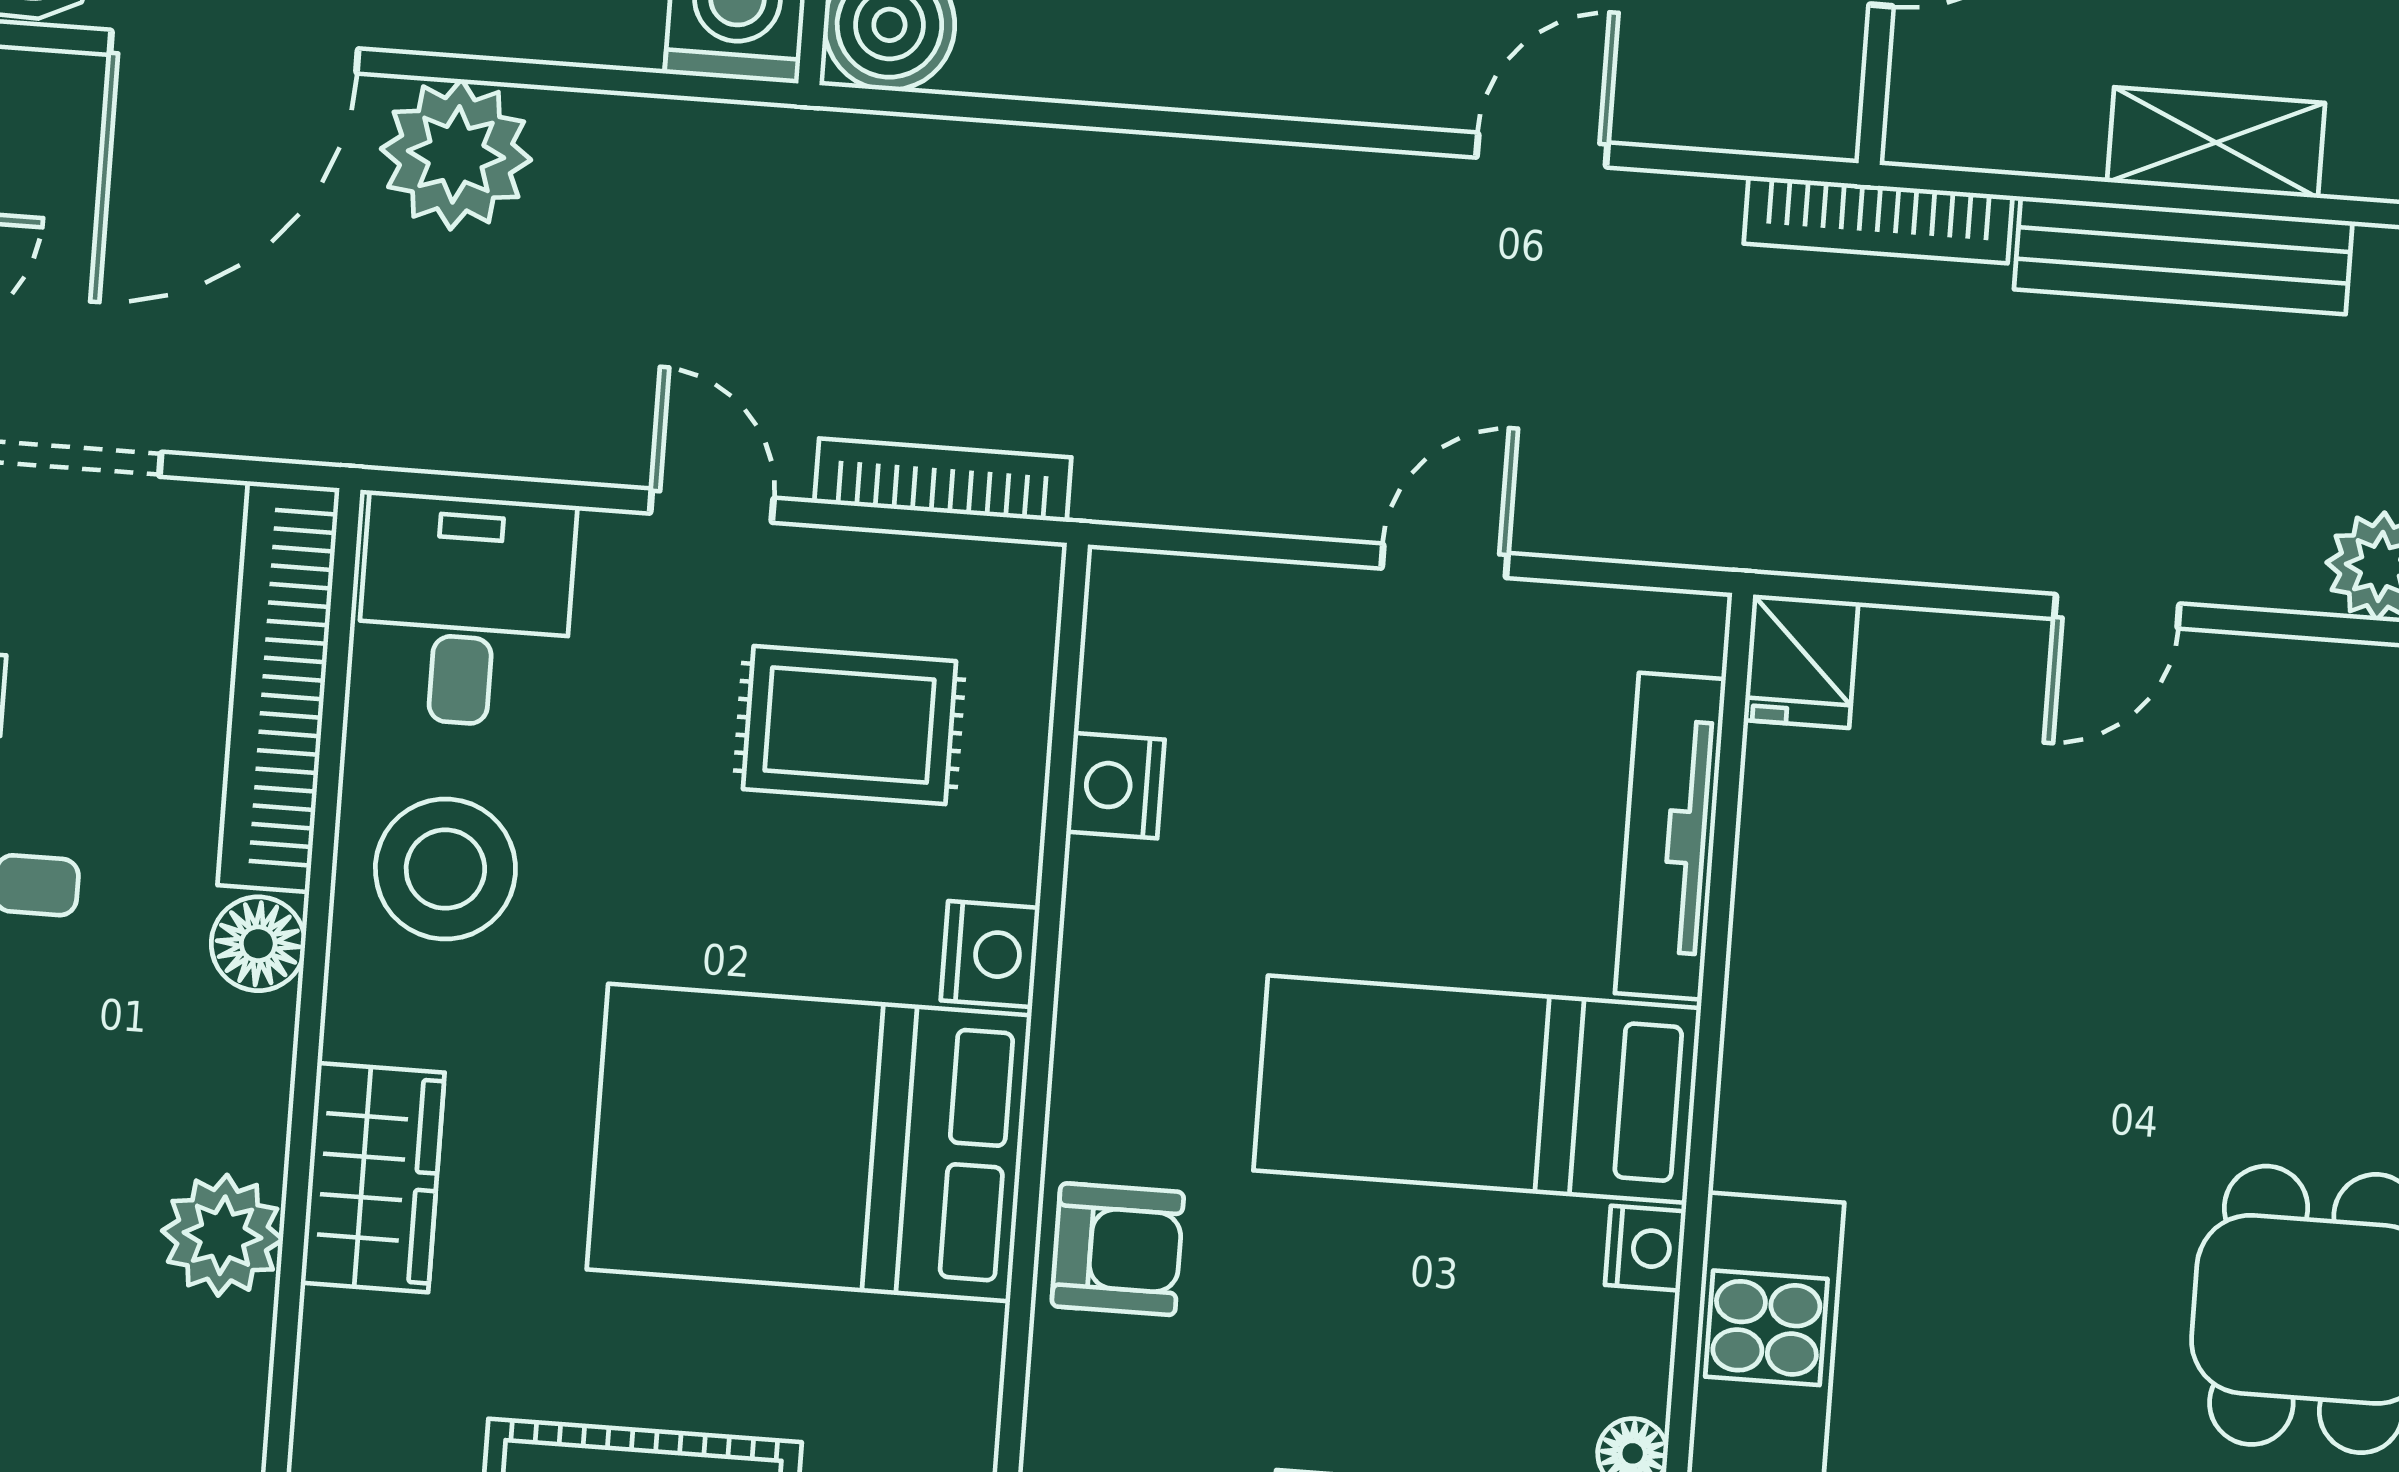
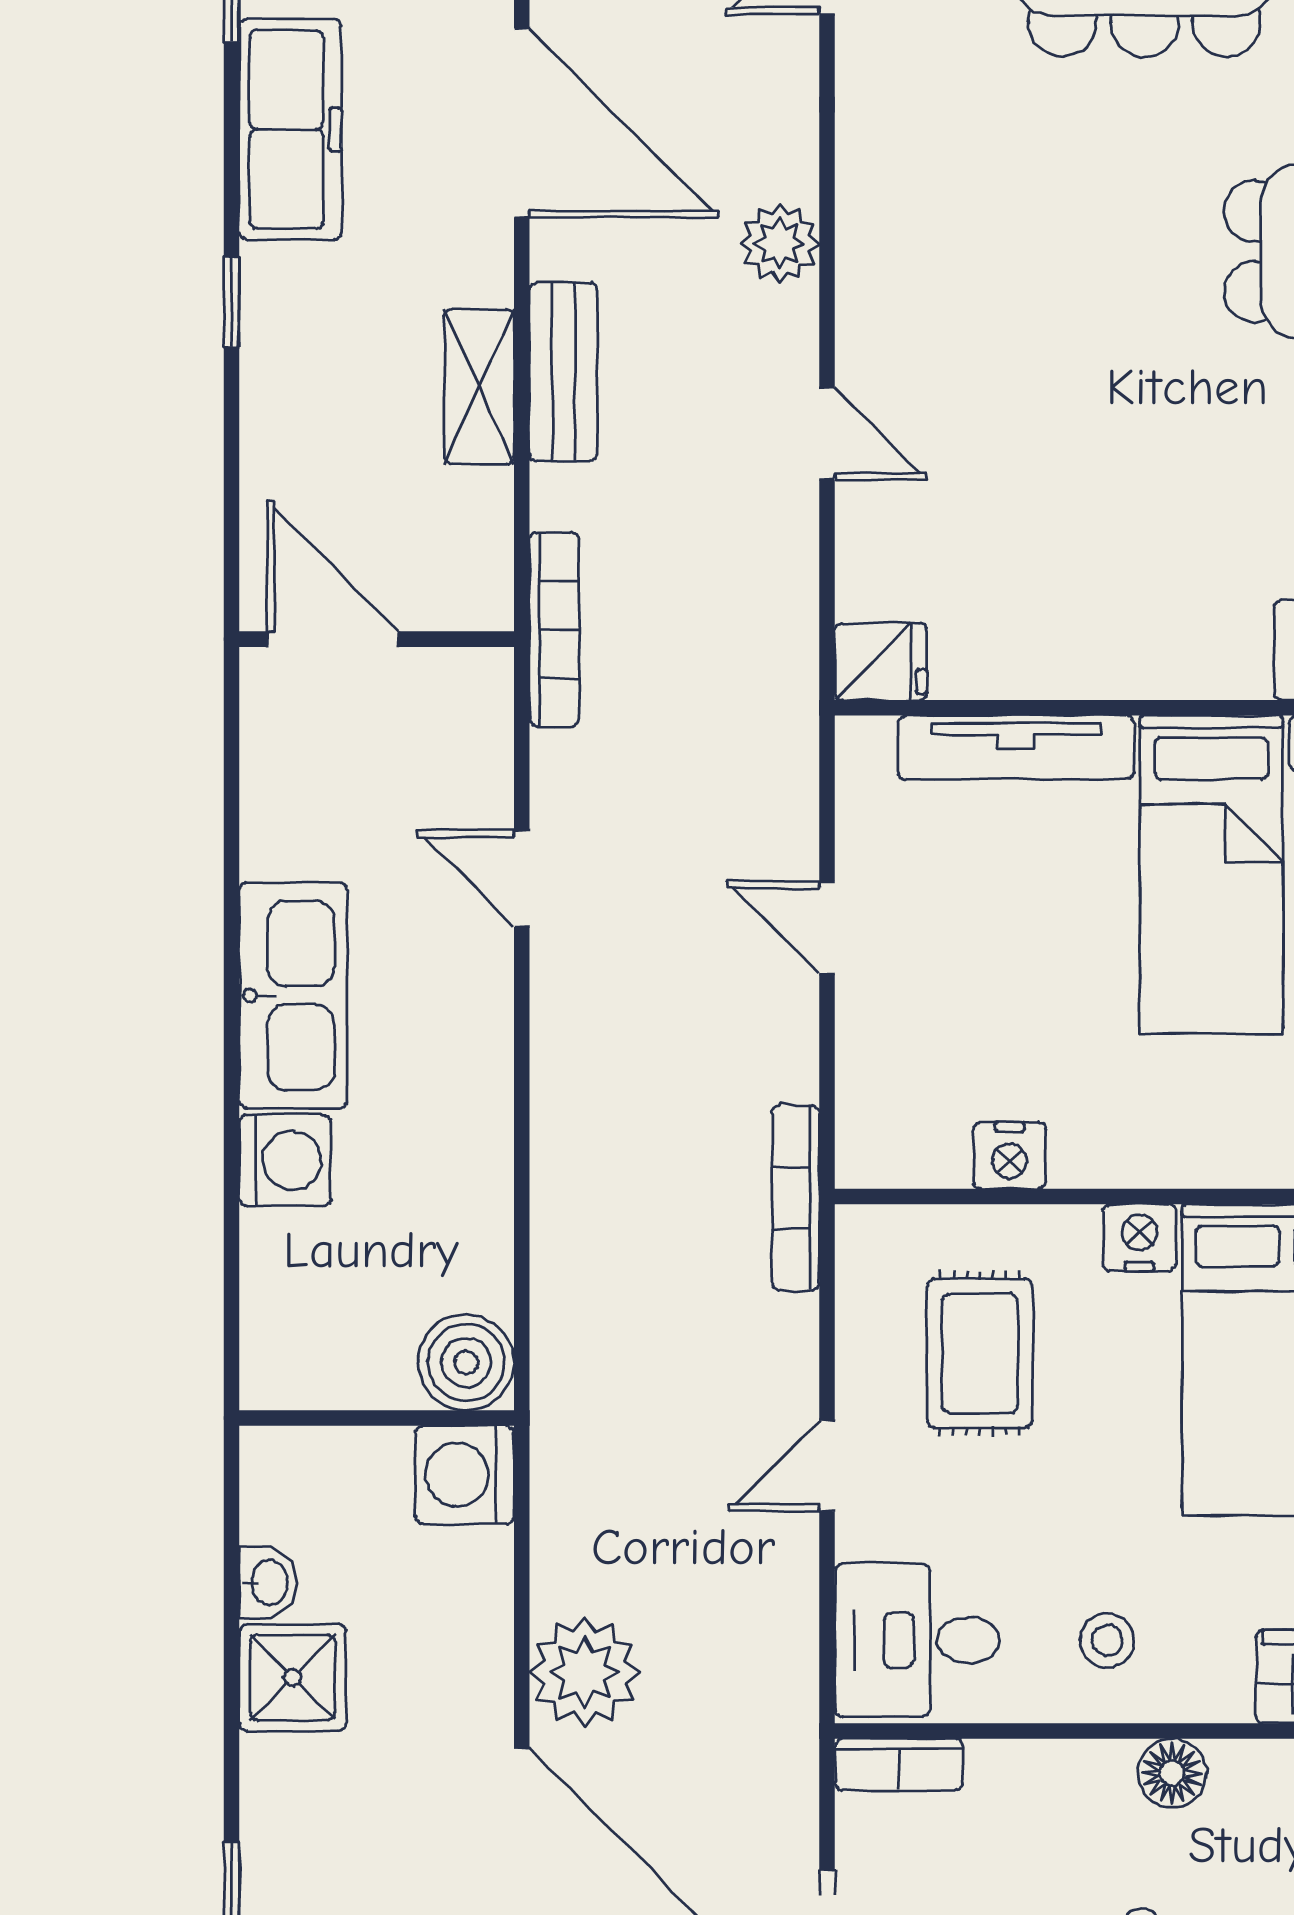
bench: (2183, 255) -> (563, 372), width x0.73
bookcase: (943, 480) -> (796, 1198), moved
bookcase: (279, 687) -> (899, 1764), width x0.43, depth x0.76
stool: (445, 869) -> (1107, 1640), width x0.53, depth x0.53

